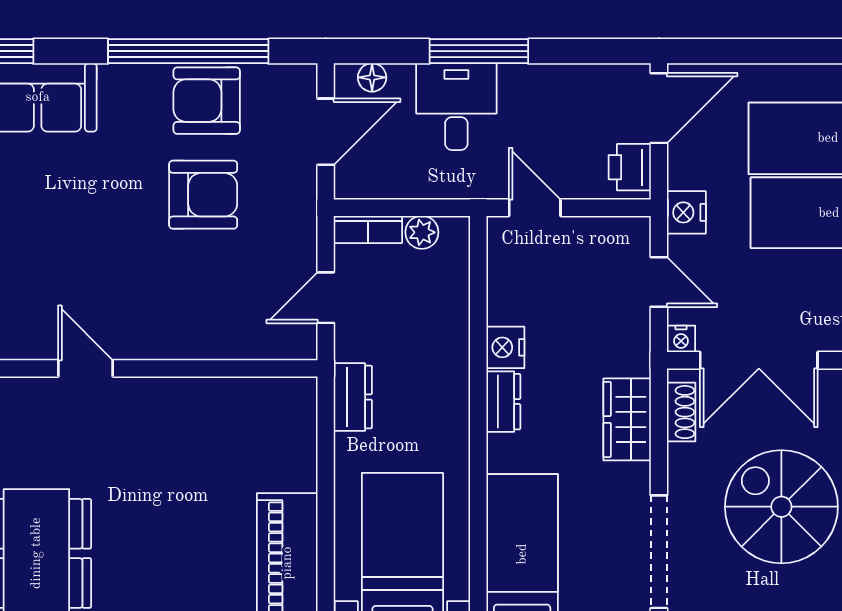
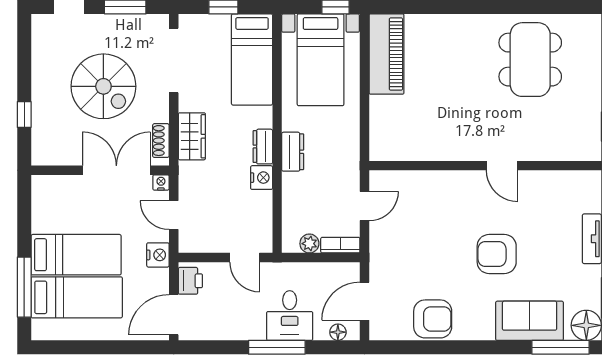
window: (188, 51) -> (443, 347), removed
armchair: (203, 195) -> (497, 254), moved
dresser: (353, 397) -> (293, 152), moved, turned 180

